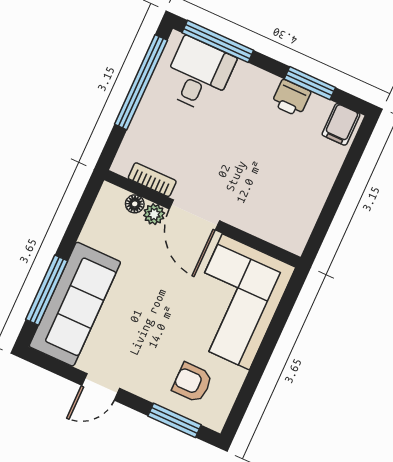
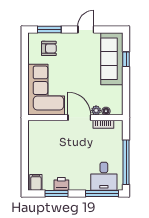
window: (47, 290) -> (126, 59), width x0.46

